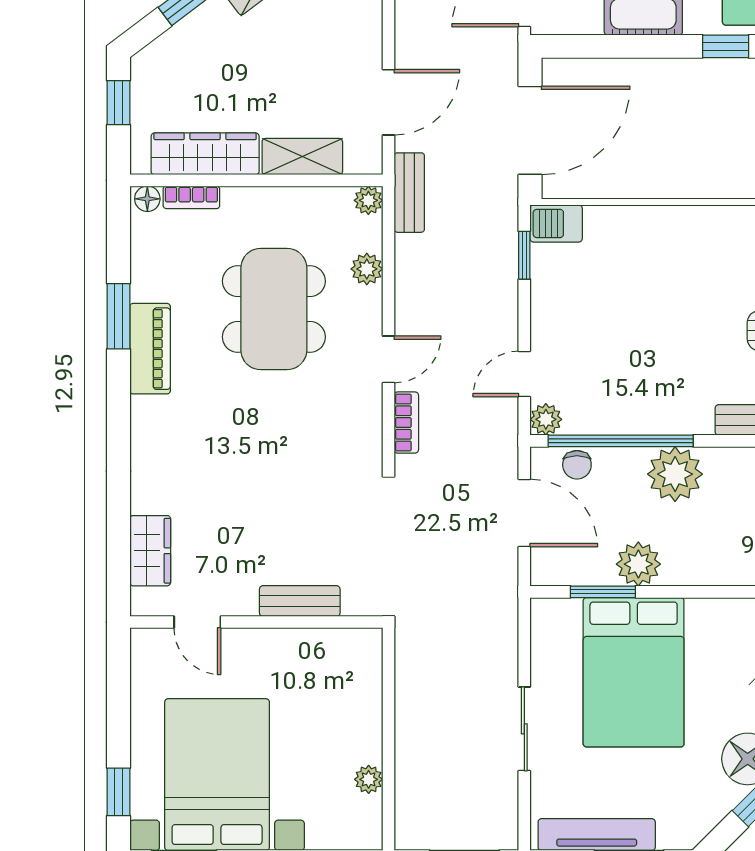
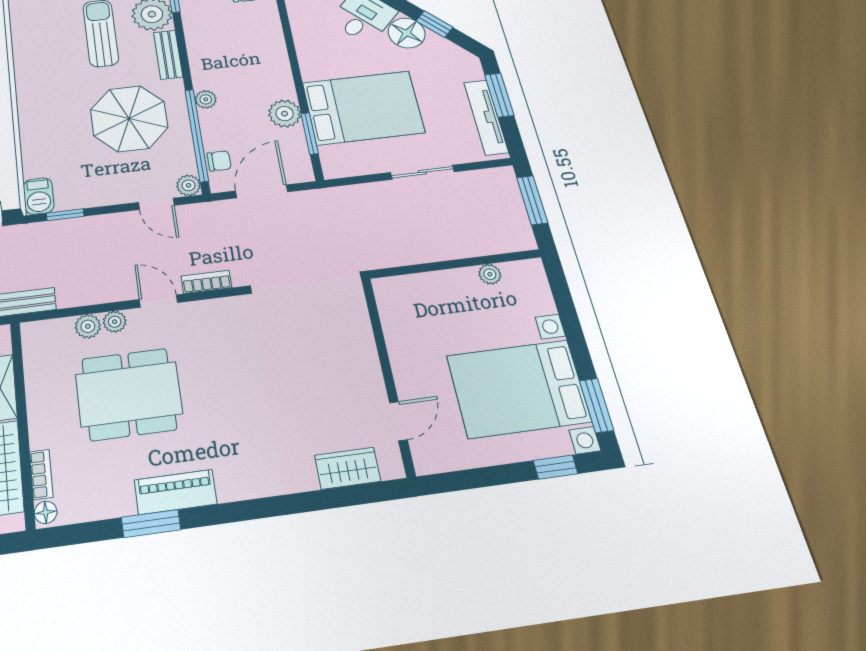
plant: (368, 200) -> (115, 322), moved
parasol: (658, 354) -> (129, 119), added
plant: (675, 474) -> (206, 99), width x0.53, depth x0.53
bench: (300, 601) -> (363, 343), removed

